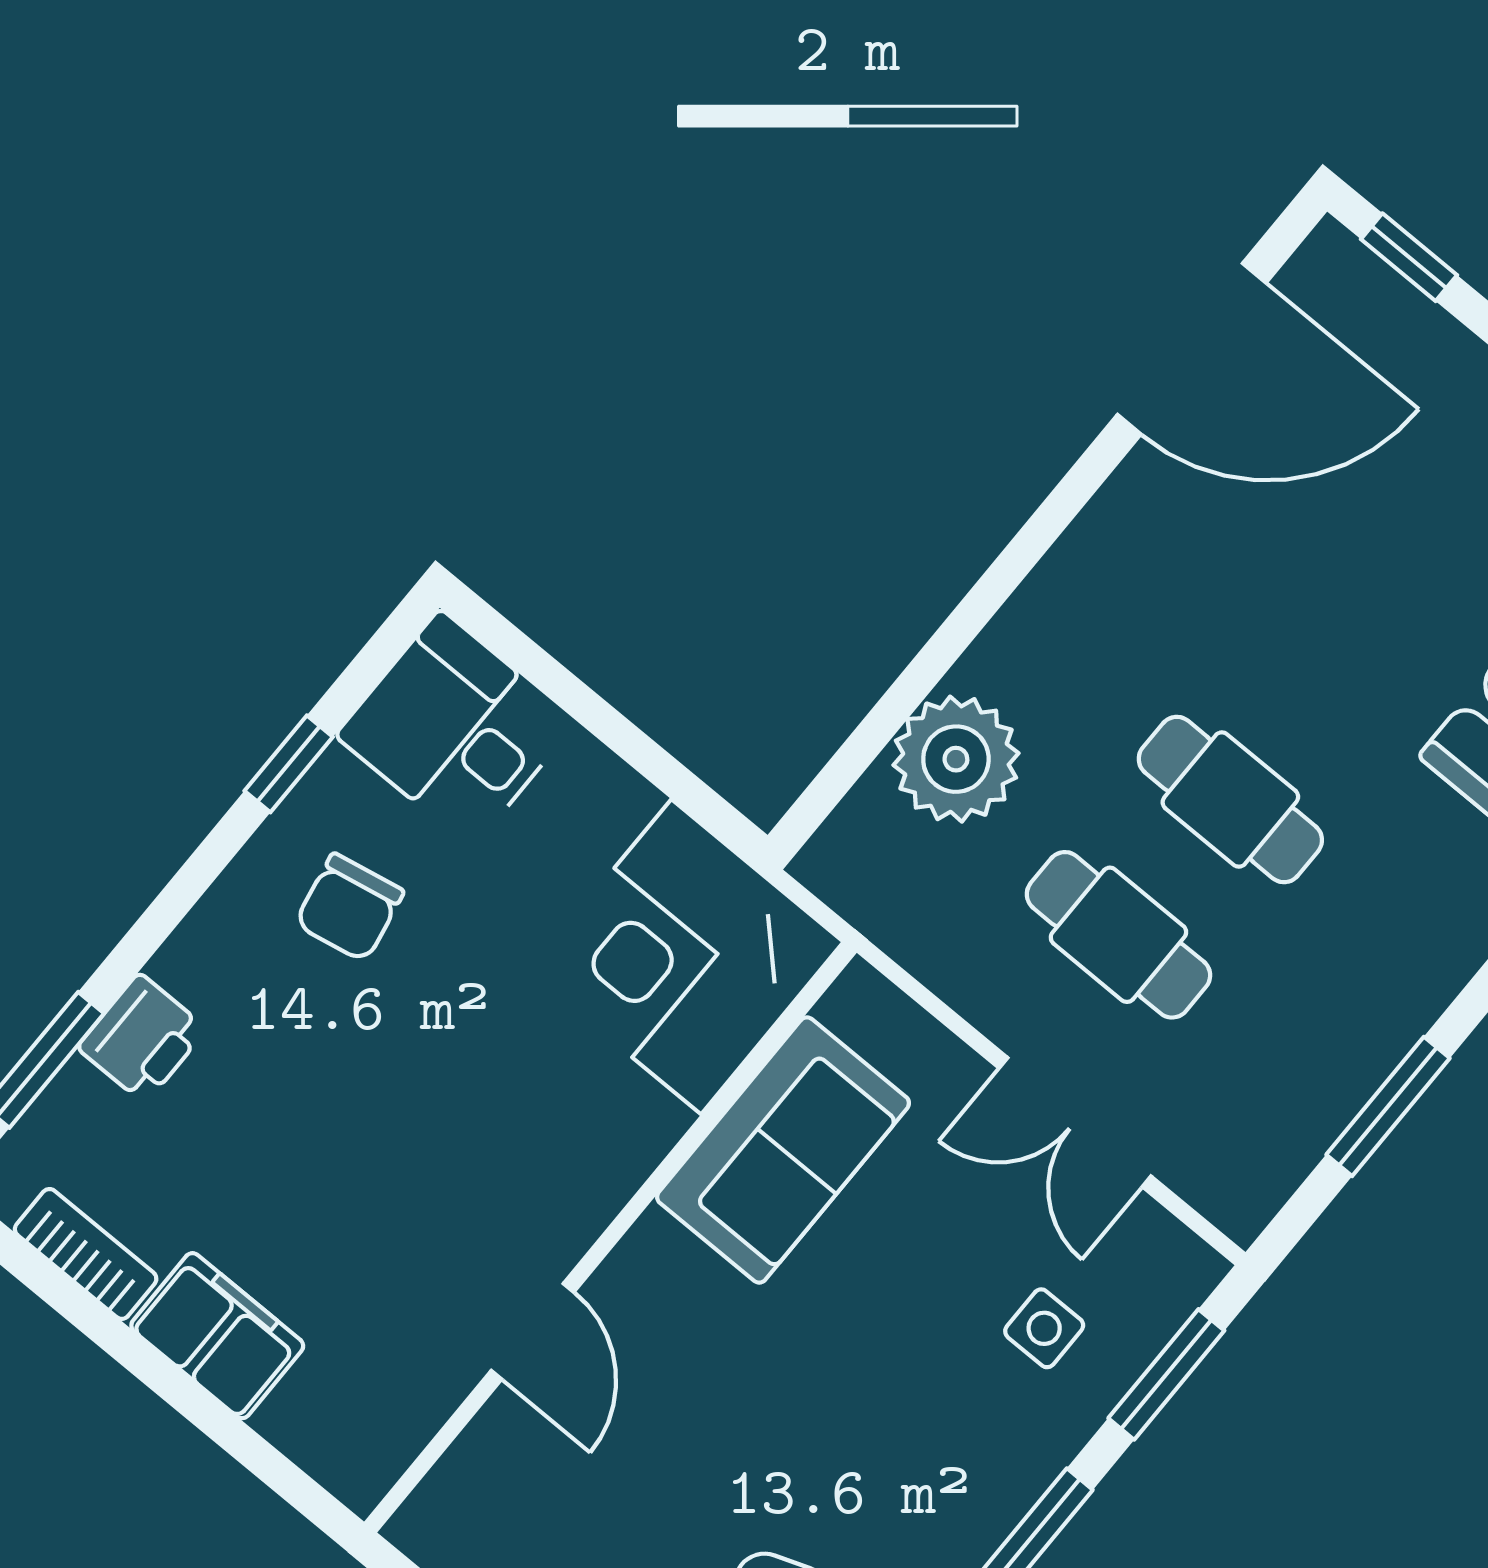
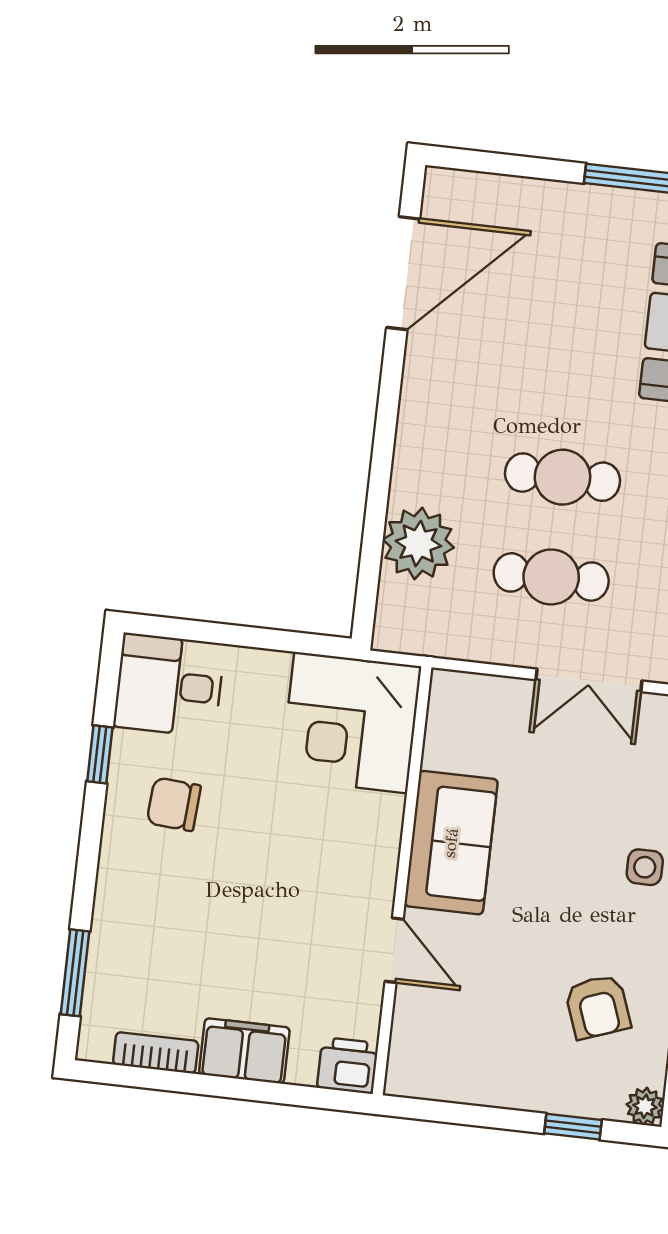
window: (1409, 257) -> (479, 161), removed
chair: (349, 907) -> (174, 804), turned 105
printer: (142, 1038) -> (348, 1065), moved, turned -90
sofa: (783, 1150) -> (451, 843), moved
side table: (1044, 1328) -> (645, 867), moved

